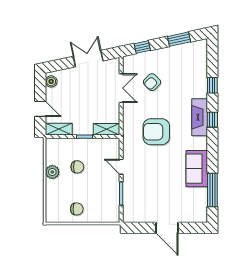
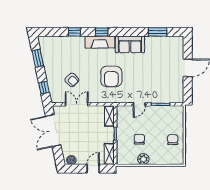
double door: (88, 59) -> (53, 131), width x1.37
sofa: (197, 169) -> (130, 44), moved
window: (212, 190) -> (158, 32), width x0.69

